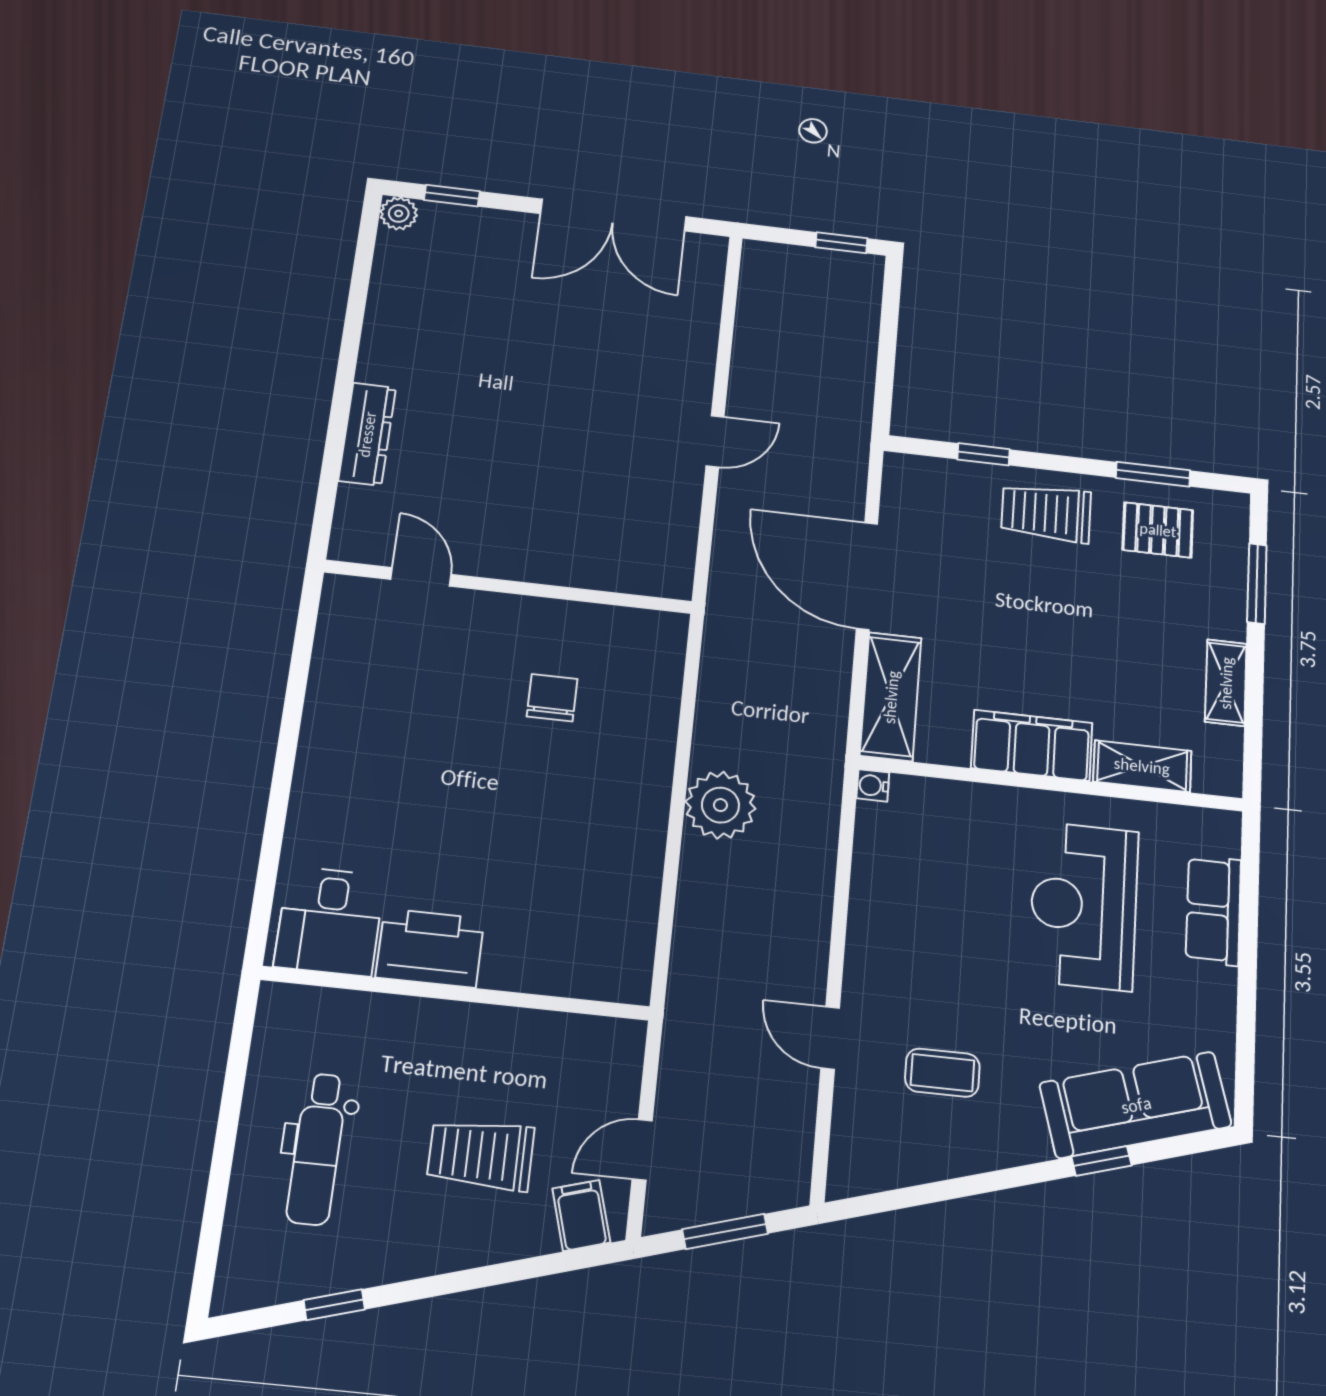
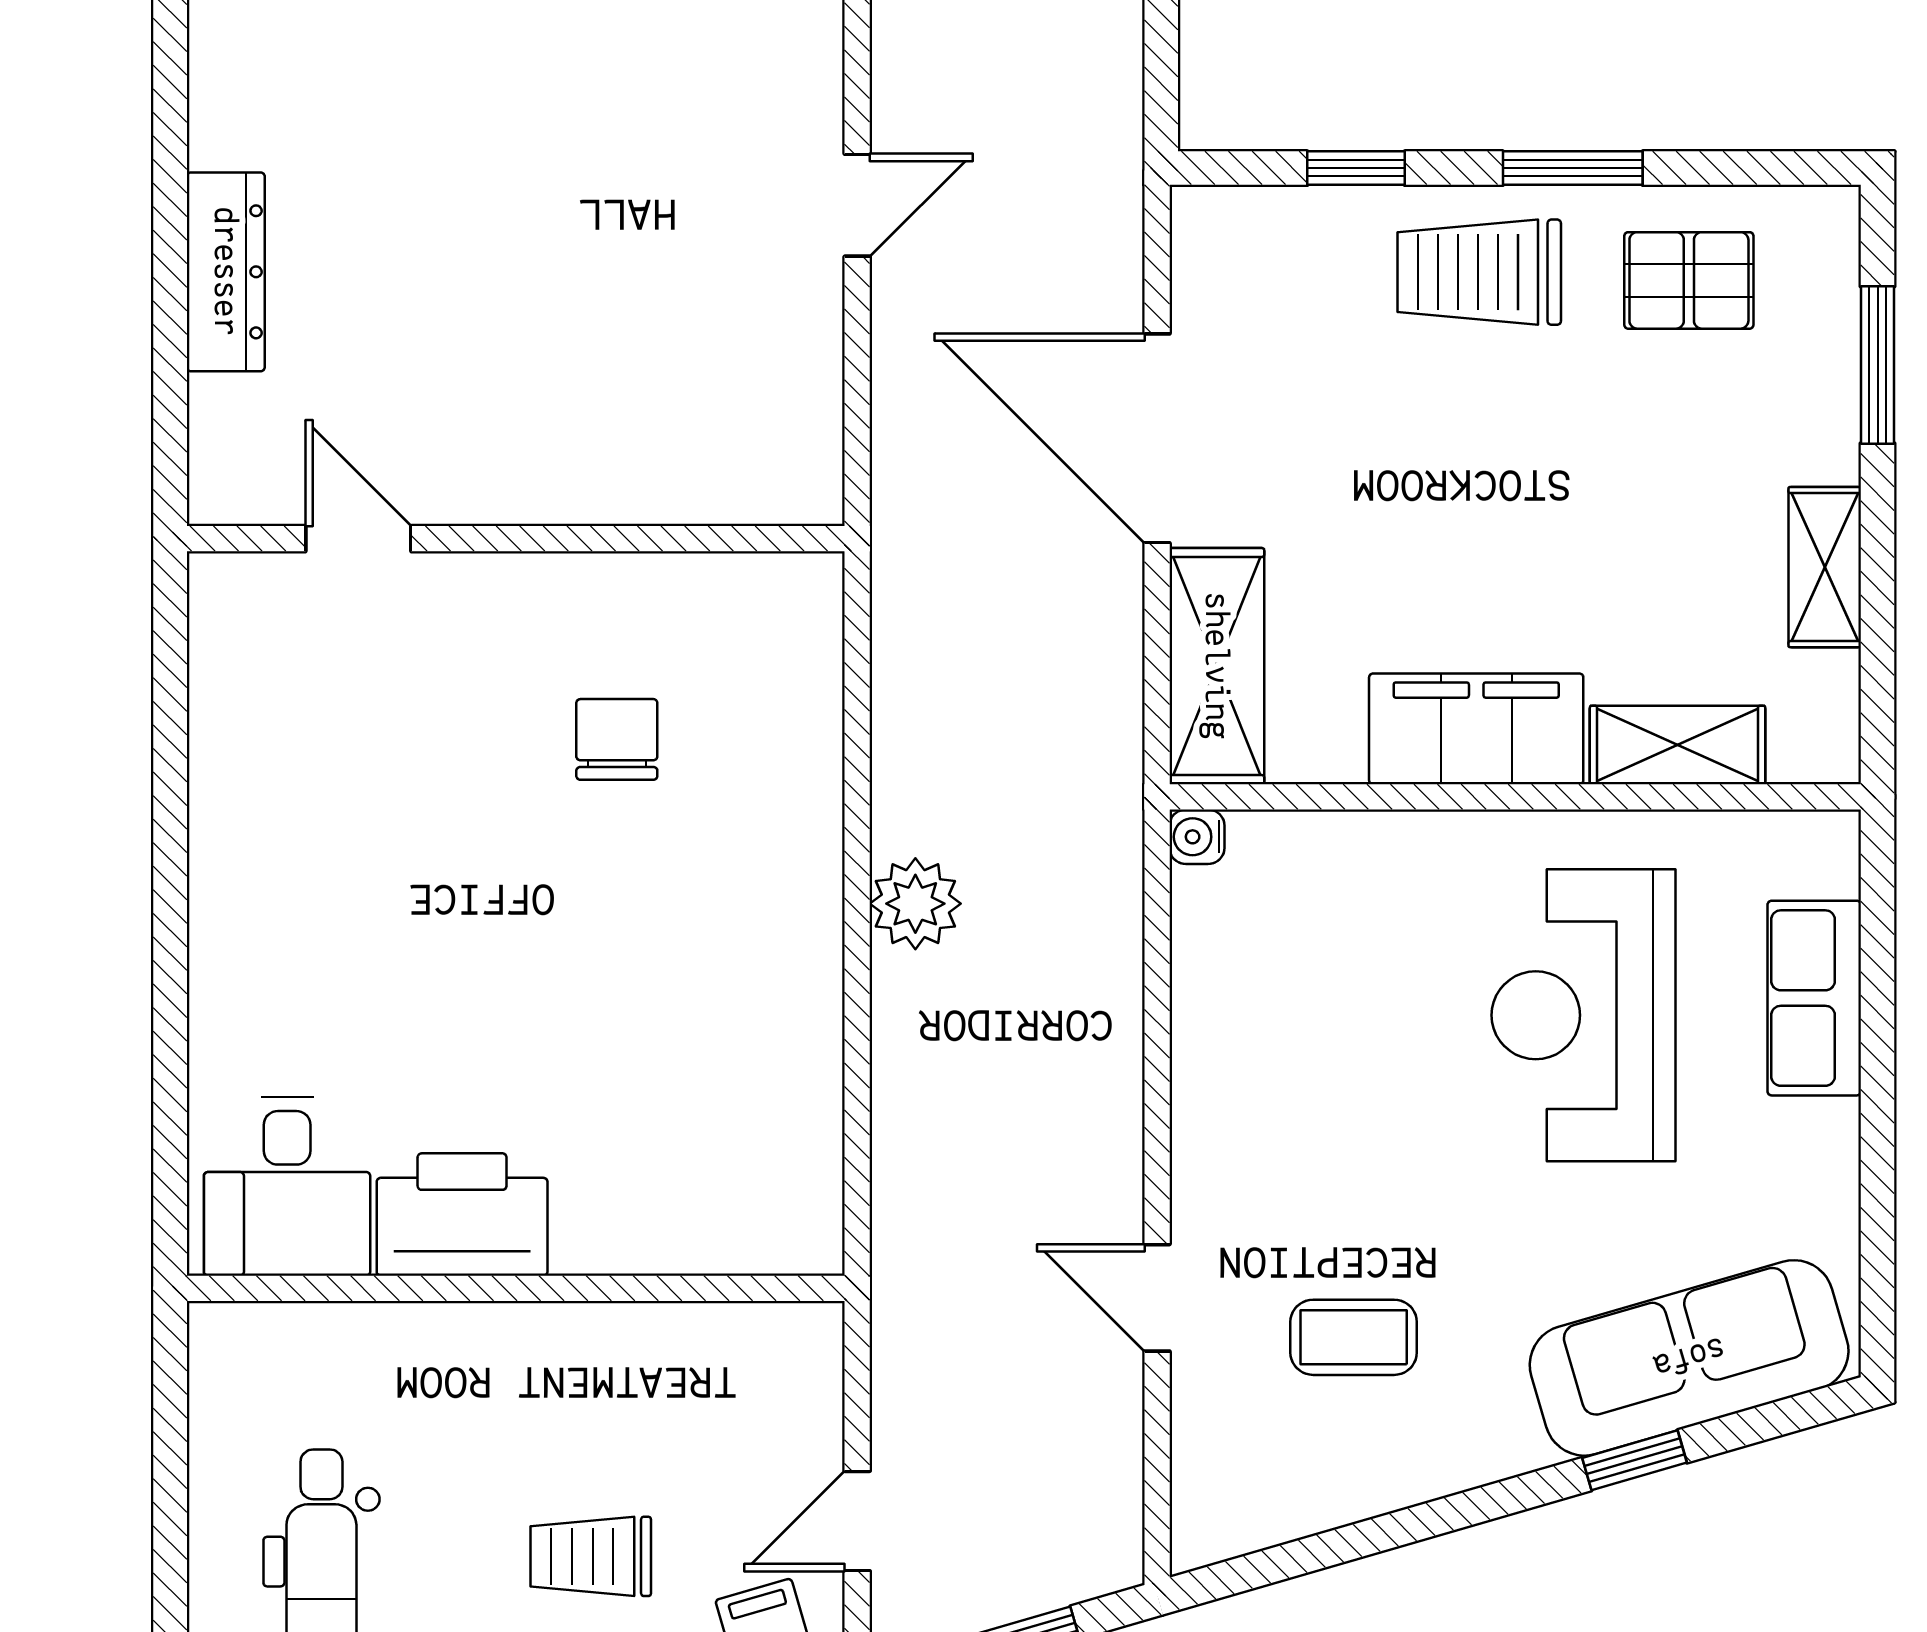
window: (1153, 474) -> (1573, 168), moved
plant: (720, 805) -> (915, 904), width x0.73, depth x0.73
trolley: (481, 1155) -> (591, 1556), width x0.73, depth x0.72

